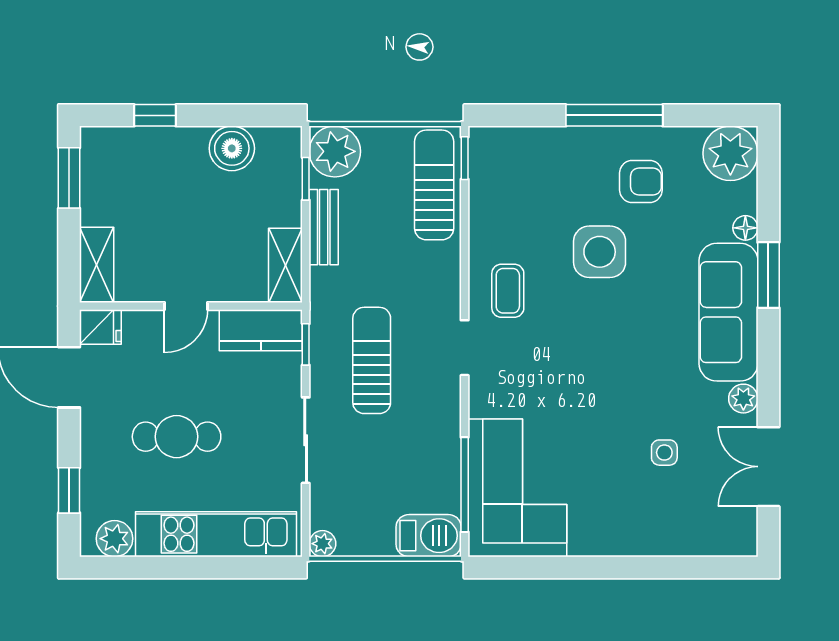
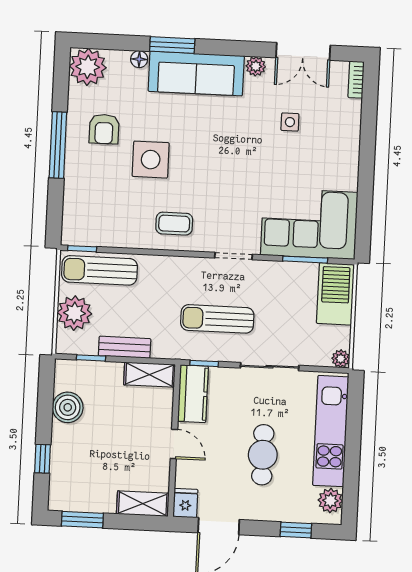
plant: (335, 151) -> (74, 313), moved
armchair: (641, 182) -> (104, 129), turned 180
doorway: (465, 348) -> (234, 256), moved
window: (465, 485) -> (305, 260), width x0.69
barbecue: (429, 536) -> (335, 294), width x1.37, depth x1.21
bookcase: (731, 546) -> (356, 80), added

